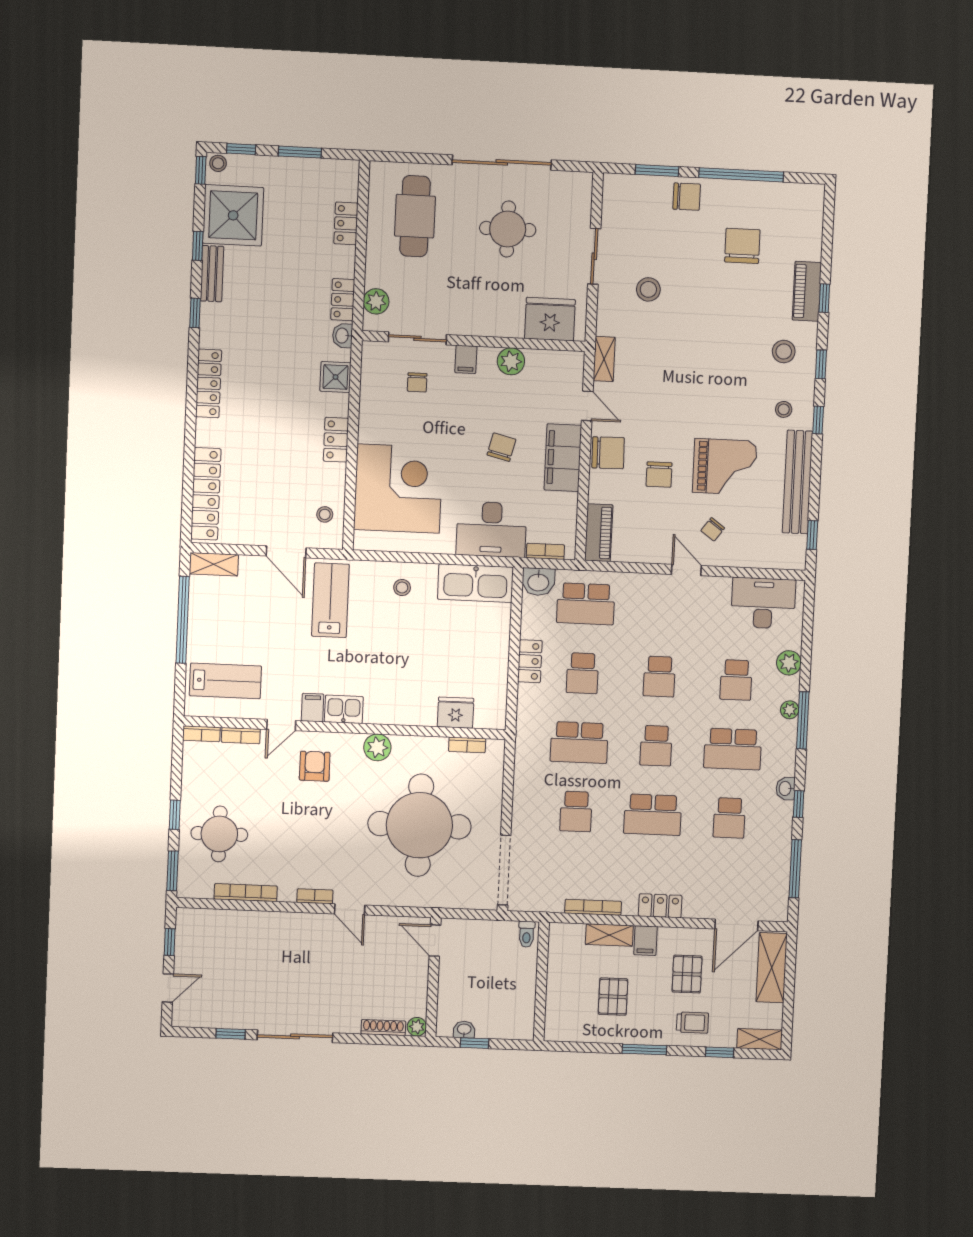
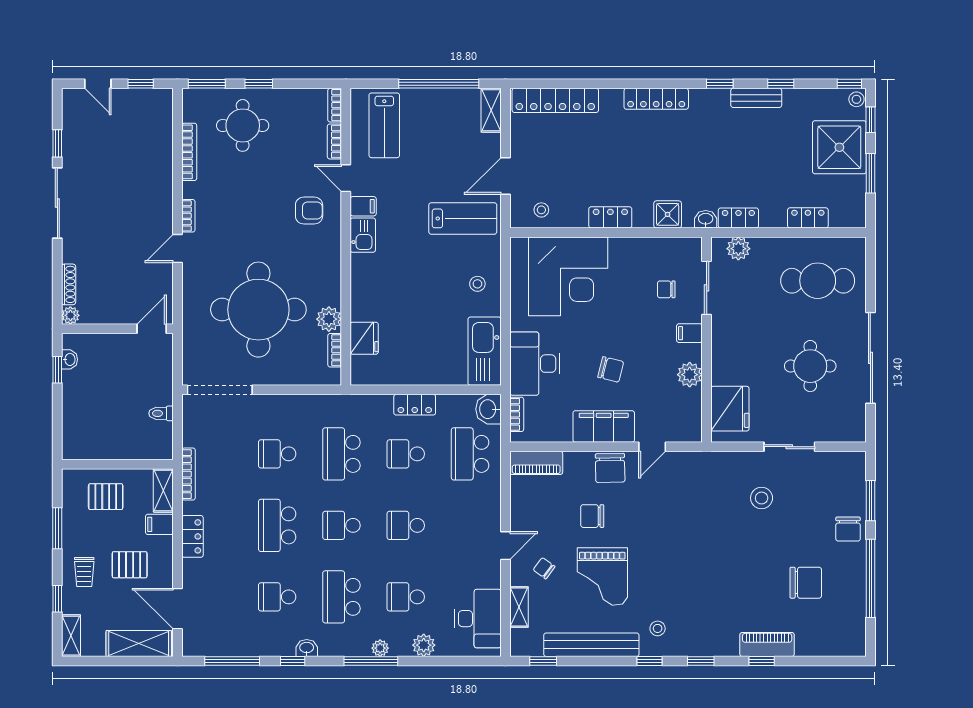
shower: (233, 215) -> (839, 147), moved
stool: (784, 352) -> (711, 626), removed
shelving: (604, 359) -> (519, 607), moved, turned 90
plant: (377, 747) -> (329, 319), moved
wall: (541, 981) -> (117, 464), moved

